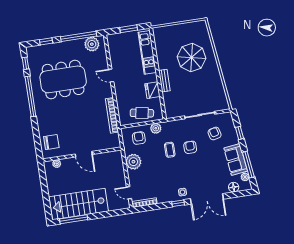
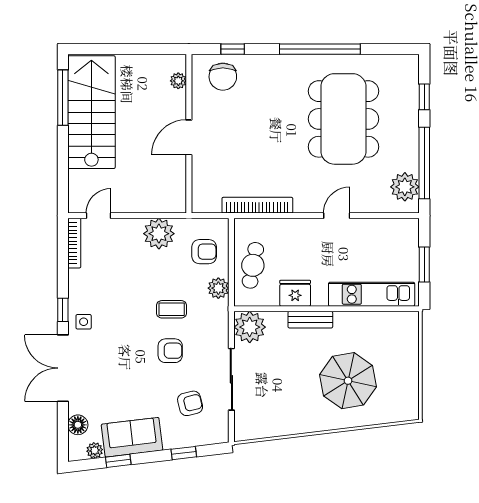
window: (25, 63) -> (233, 49), moved
plant: (173, 110) -> (250, 327), added
window: (248, 165) -> (118, 461), width x0.46

